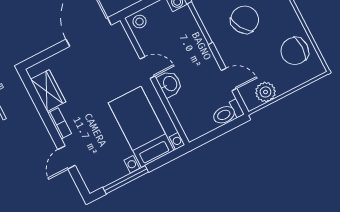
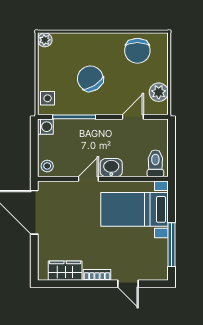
toilet: (227, 113) -> (155, 163), moved, turned 180

